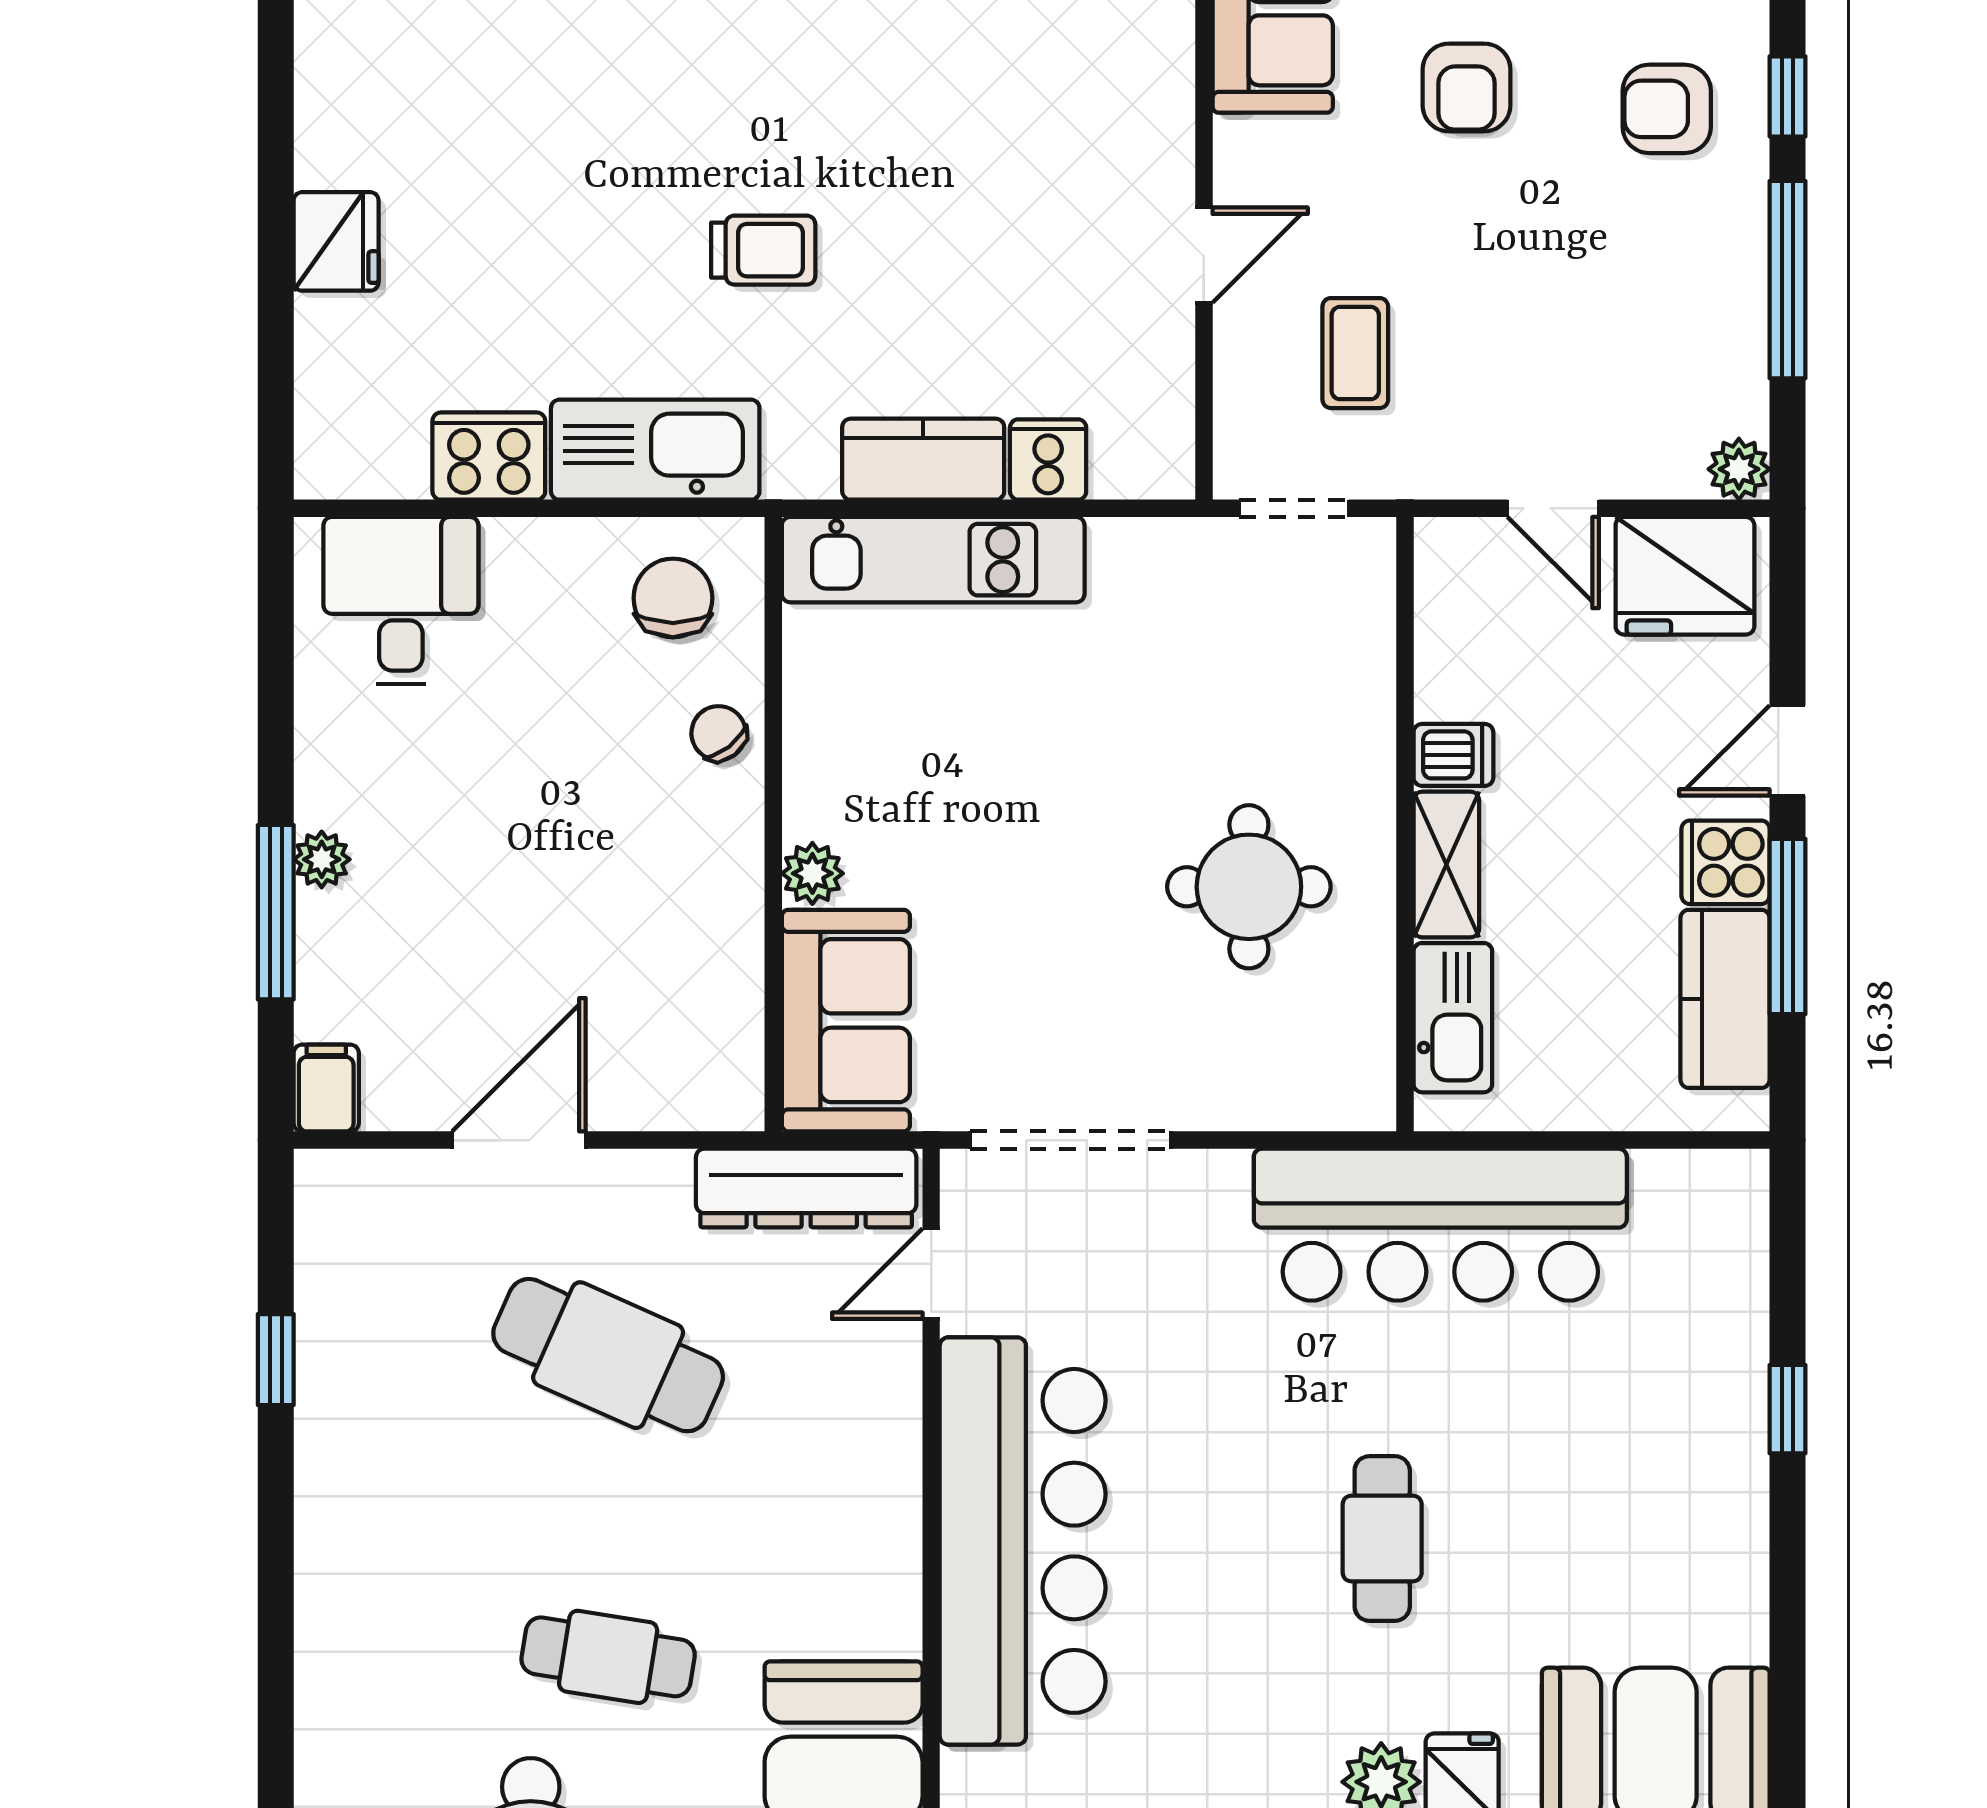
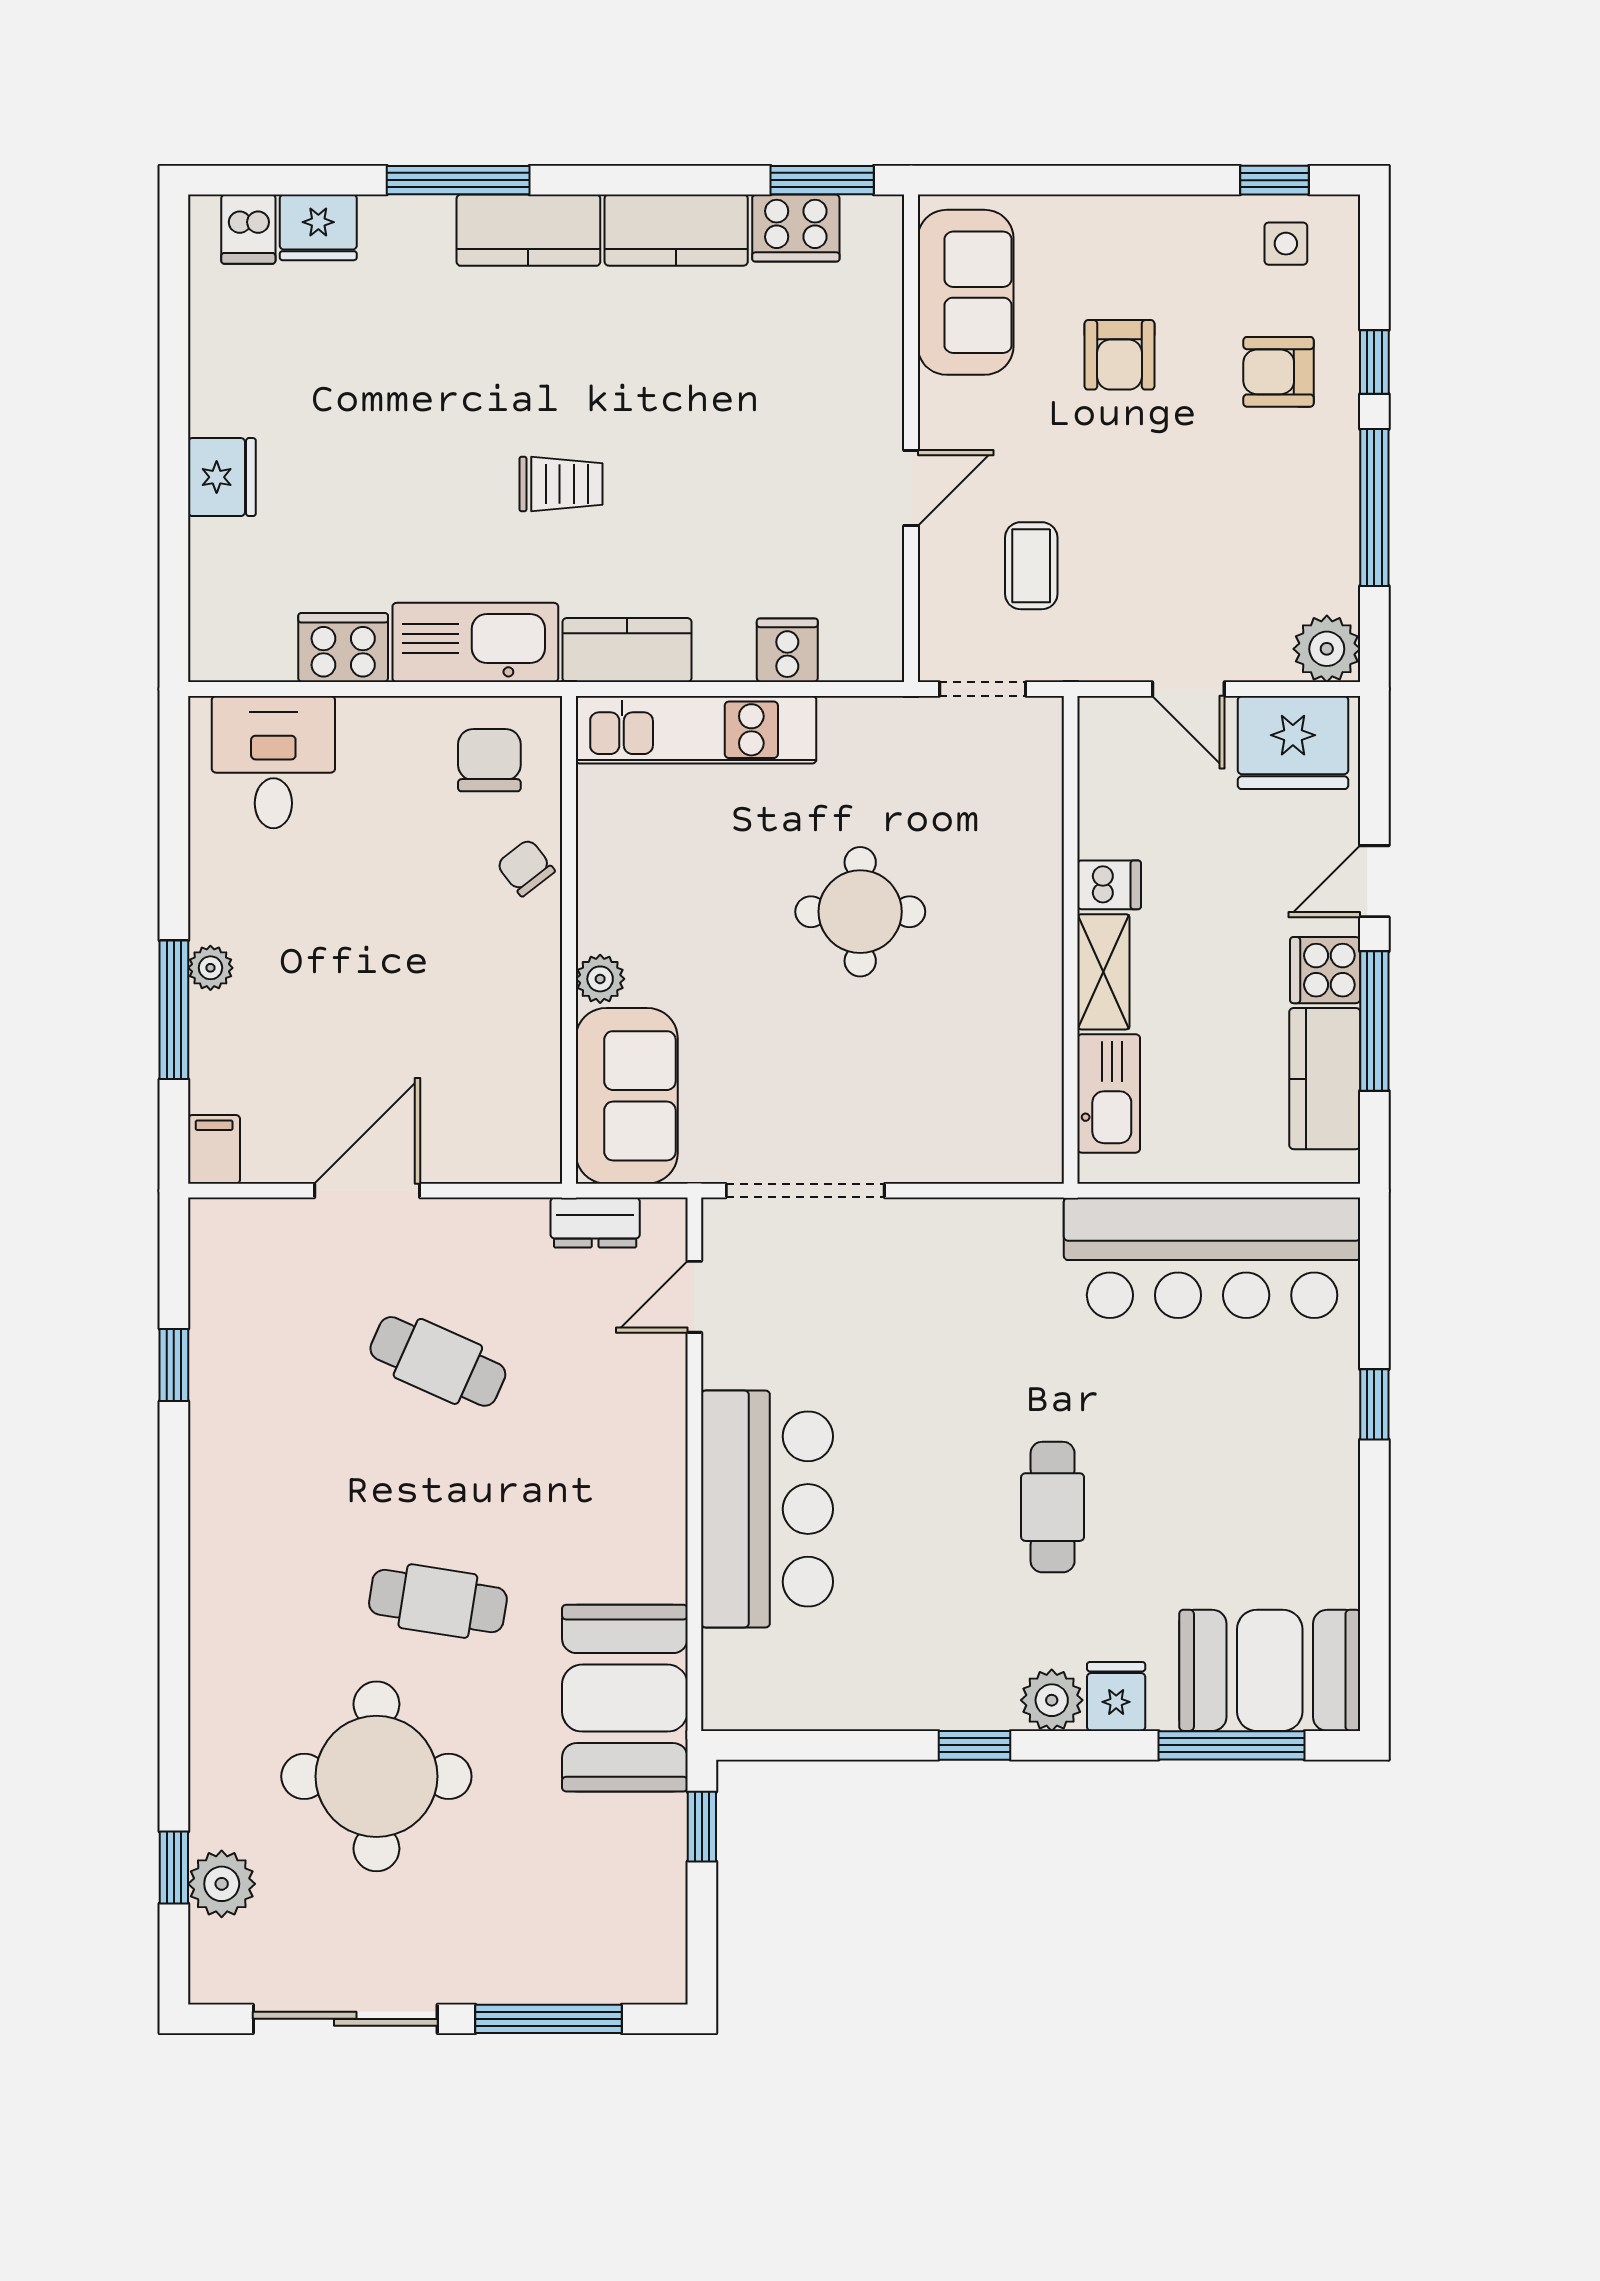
kitchen counter: (923, 459) -> (627, 650), moved
plant: (1739, 469) -> (1327, 649), width x1.38, depth x1.38
round table: (1249, 887) -> (860, 912), moved
dresser: (806, 1188) -> (595, 1223), width x0.51, depth x0.80
bar counter: (1440, 1225) -> (1212, 1258), moved
cafe table: (608, 1355) -> (438, 1361), width x0.73, depth x0.74
bar counter: (1023, 1541) -> (767, 1509), width x0.73

